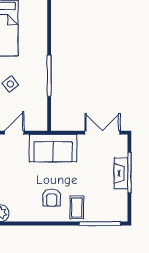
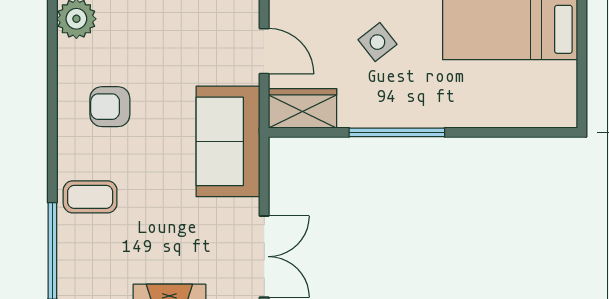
wardrobe: (39, 116) -> (303, 108), added
armchair: (52, 198) -> (110, 107), moved

